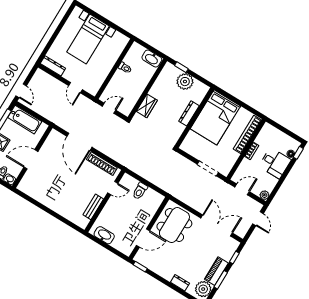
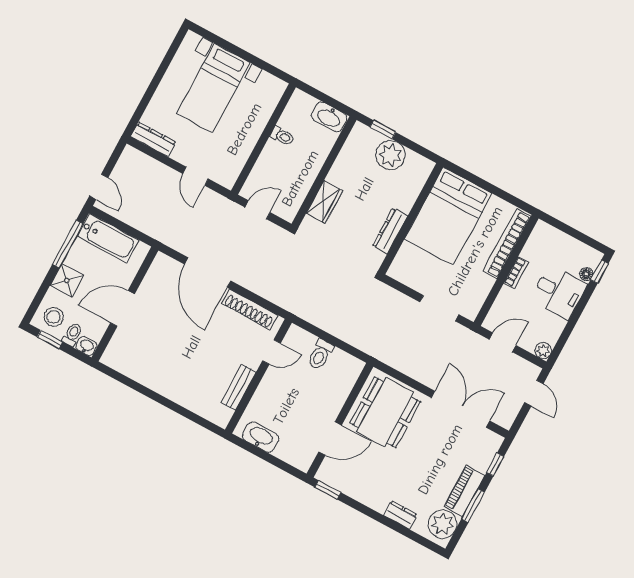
dresser: (189, 113) -> (390, 231), moved

